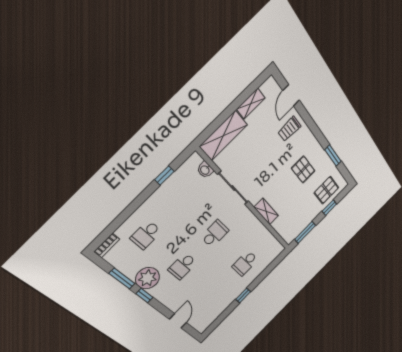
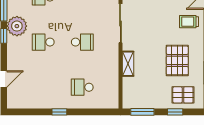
pallet: (303, 170) -> (177, 60), width x1.50, depth x1.42

